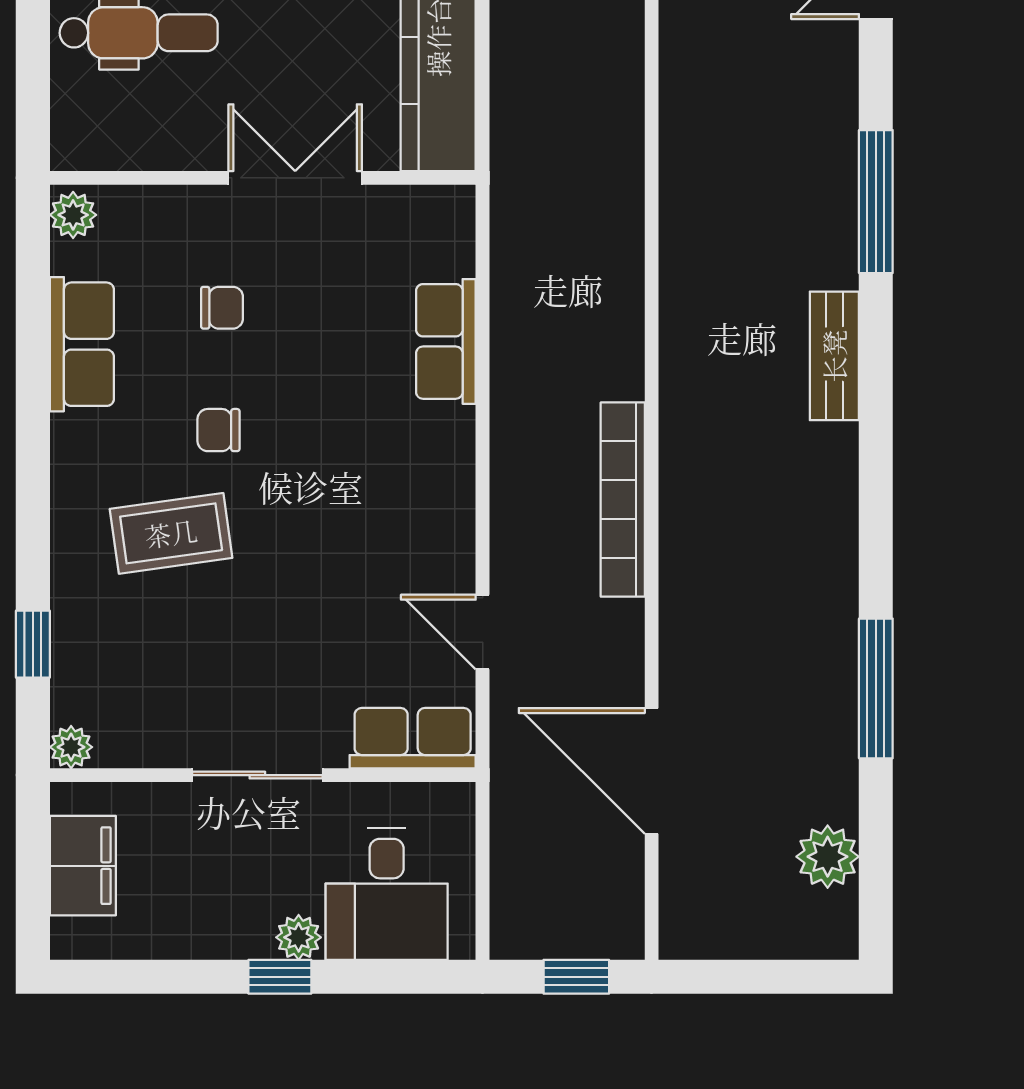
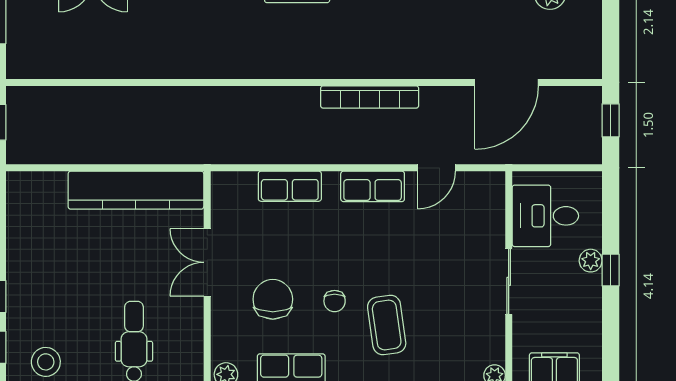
chair: (222, 308) -> (273, 299), width x1.87, depth x1.87
row of seats: (413, 738) -> (373, 186), moved, turned -90
desk: (387, 894) -> (545, 216), moved, turned 180

